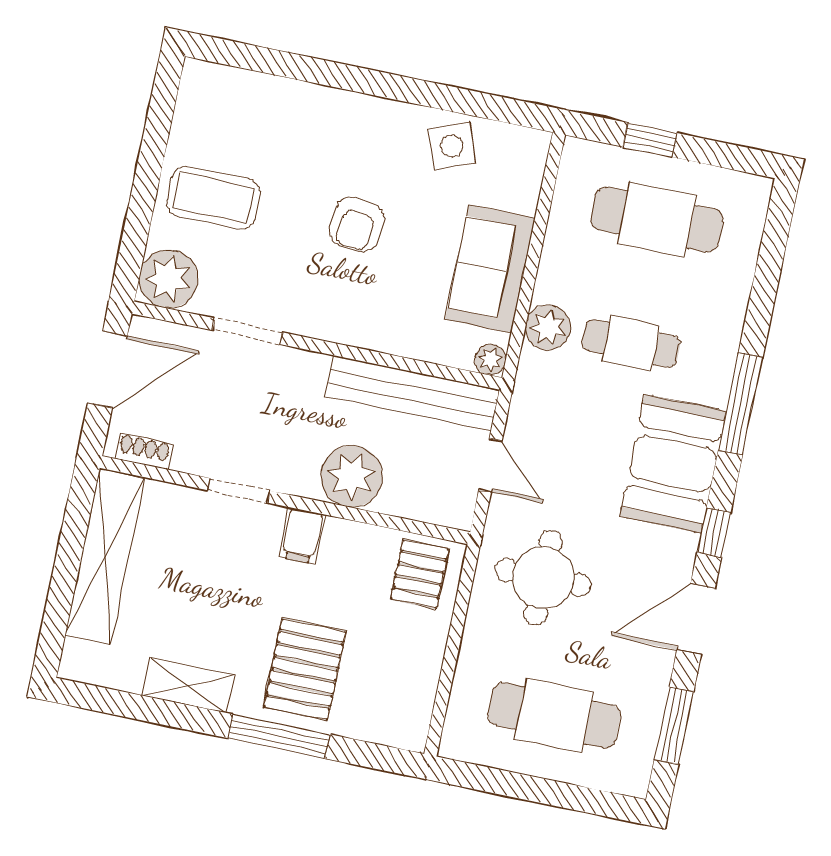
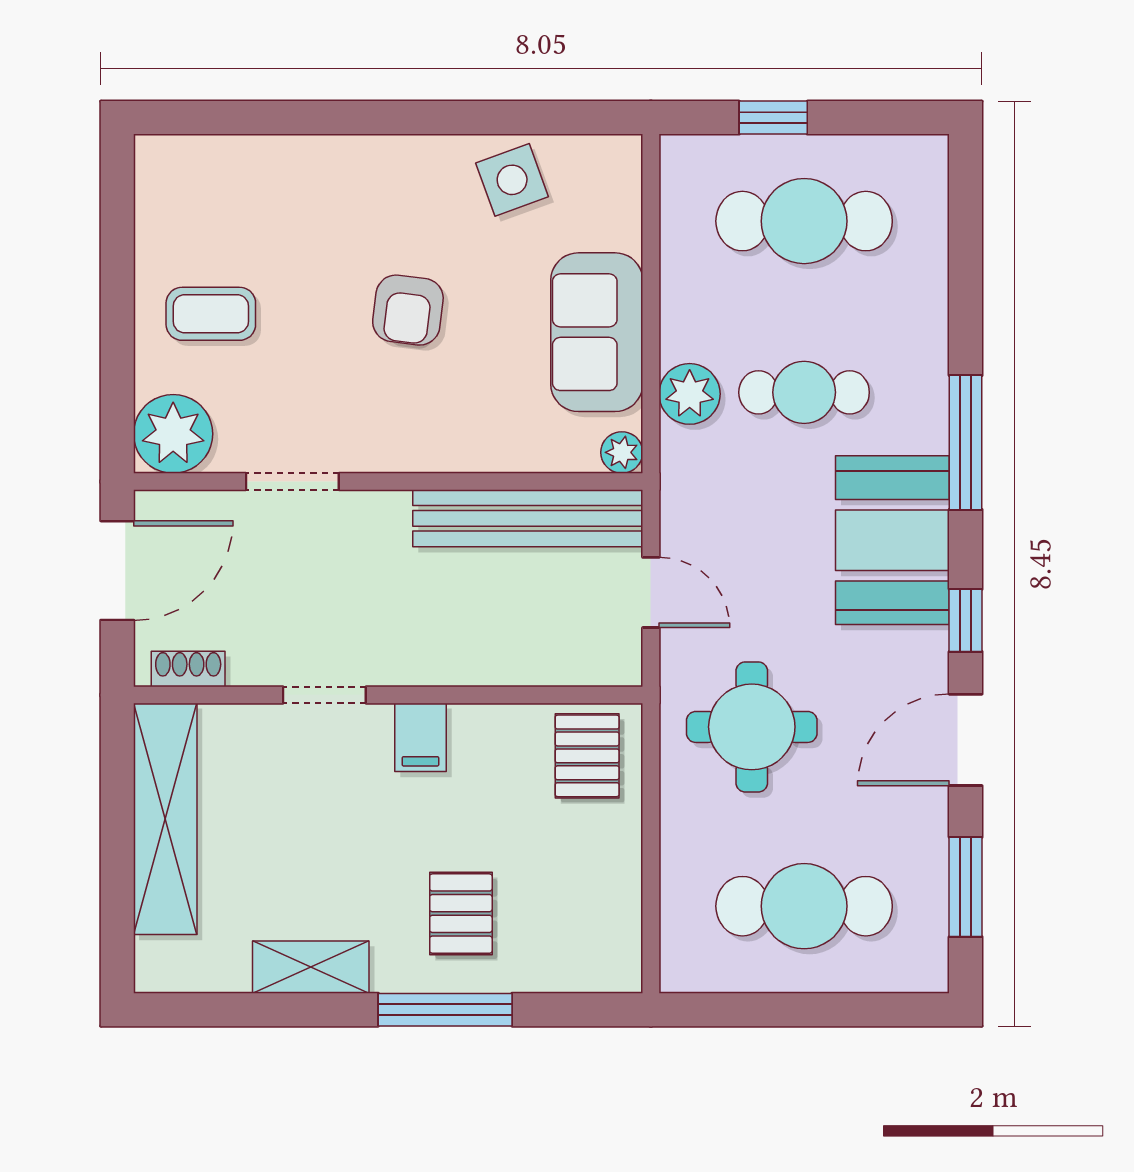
coffee table: (214, 198) -> (211, 314), width x0.73, depth x0.77
plant: (352, 476) -> (470, 645), removed
pallet: (305, 669) -> (461, 914), width x0.67, depth x0.71

